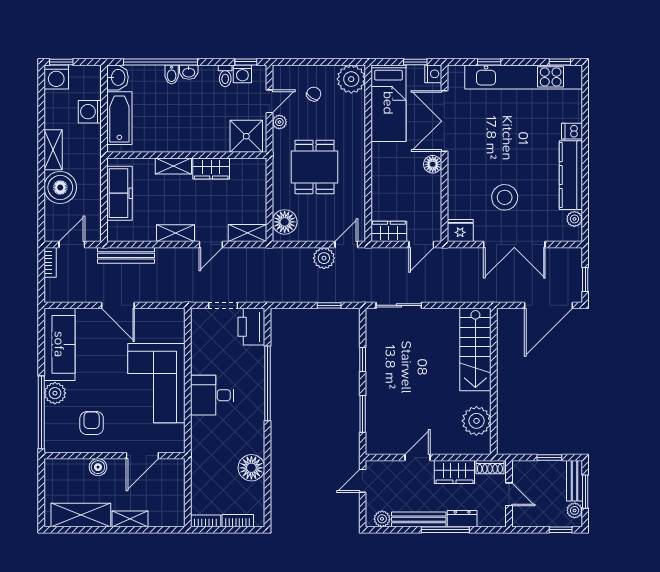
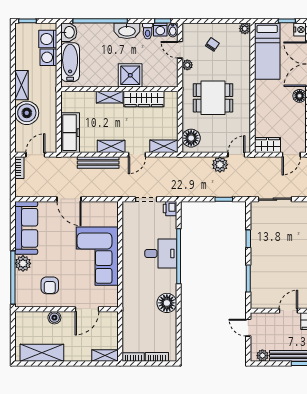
washbasin: (189, 72) -> (127, 31), width x1.91, depth x1.45
bidet: (172, 74) -> (173, 30), moved
washing machine: (56, 77) -> (48, 39), moved, turned 90
plant: (351, 79) -> (245, 29), width x0.53, depth x0.53
door: (269, 101) -> (180, 50), swing flipped
shower: (246, 136) -> (130, 75), moved
dining table: (314, 167) -> (213, 98), turned 90
wardrobe: (211, 169) -> (144, 99), width x1.50
freezer: (119, 193) -> (70, 133), moved
bench: (126, 255) -> (98, 163), moved
printer: (251, 327) -> (170, 209), width x0.53, depth x0.68
desk: (212, 395) -> (161, 253), moved, turned 180
armchair: (92, 423) -> (50, 285), turned 180
floor lamp: (251, 468) -> (167, 303), moved
door: (363, 481) -> (248, 328), hinge flipped
shelving: (130, 519) -> (105, 356), moved

